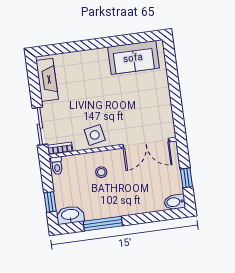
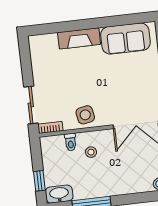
fireplace: (47, 80) -> (79, 38), moved, turned 90
toilet: (57, 166) -> (71, 142), moved

